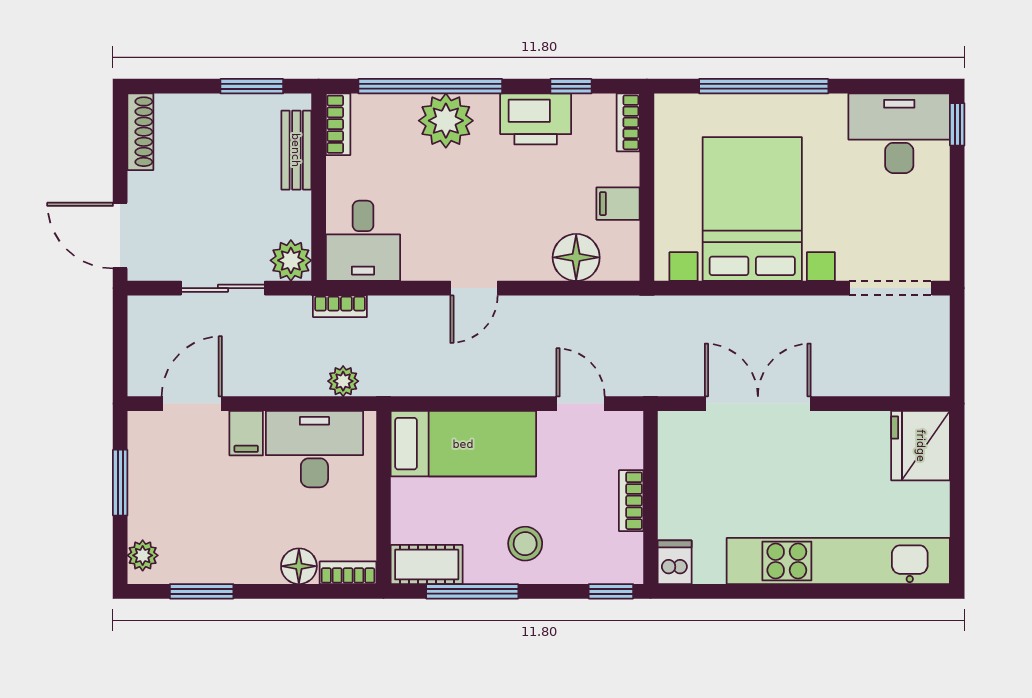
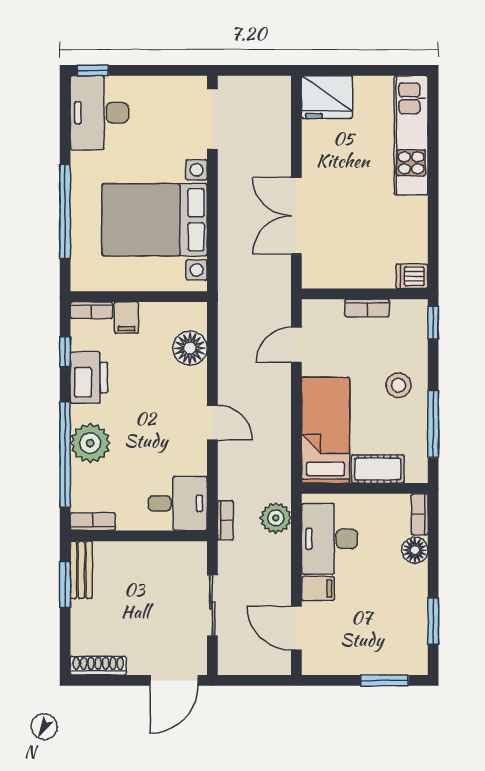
bench: (296, 150) -> (81, 570), moved, turned 90
filing cabinet: (618, 204) -> (126, 318), moved
plant: (291, 260) -> (192, 556), removed
plant: (343, 381) -> (276, 518), width x1.38, depth x1.38
window: (120, 483) -> (384, 680), moved
plant: (143, 555) -> (407, 664), removed
kitchen unit: (838, 561) -> (411, 135), width x0.73
cot: (427, 565) -> (378, 469), moved, turned 90

